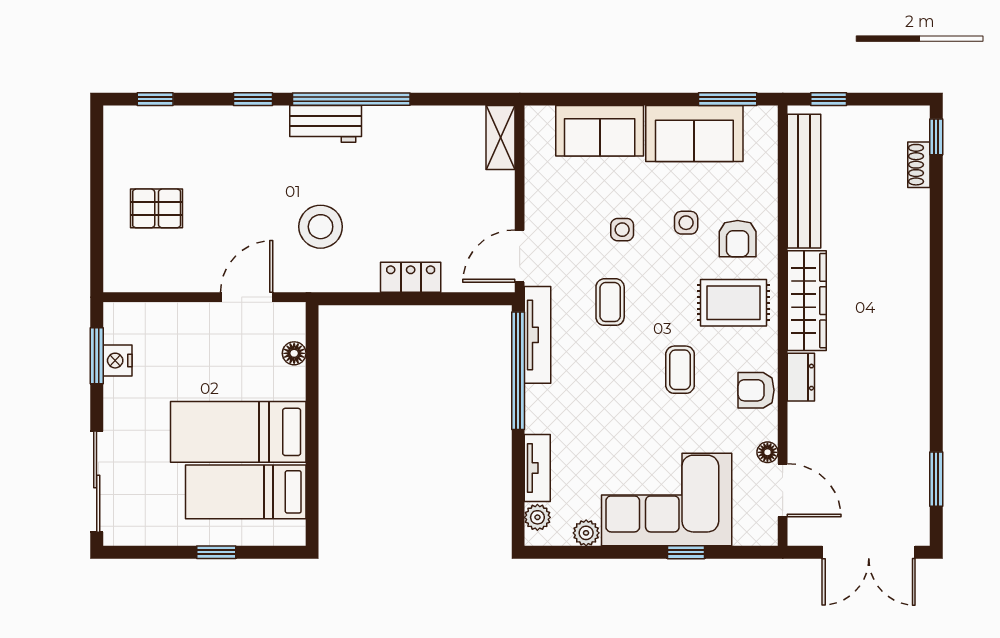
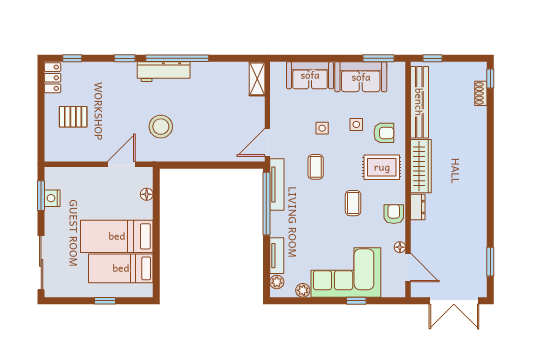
workbench: (326, 124) -> (164, 72), width x1.37
armchair: (738, 239) -> (384, 133), turned -90
locker: (411, 277) -> (53, 78), moved, turned 90
armchair: (756, 390) -> (394, 214), turned 90

